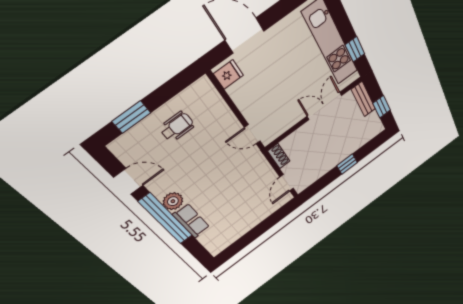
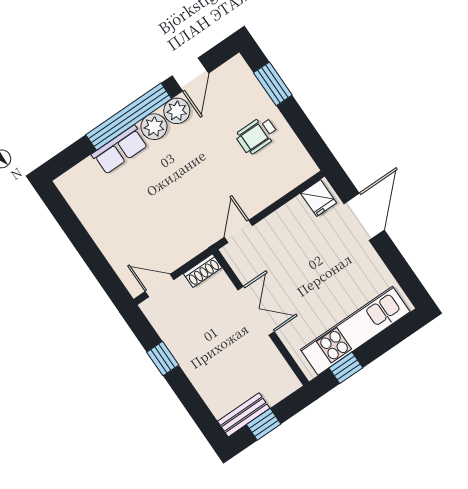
bench: (363, 99) -> (244, 415), moved
double door: (324, 106) -> (256, 311), moved
wheelchair: (177, 127) -> (257, 135), turned 90
window: (347, 164) -> (163, 359), moved
plant: (160, 187) -> (177, 111), added

